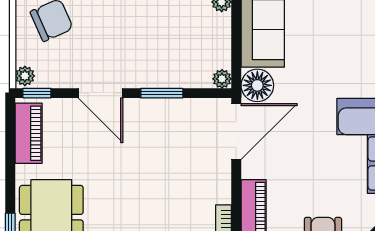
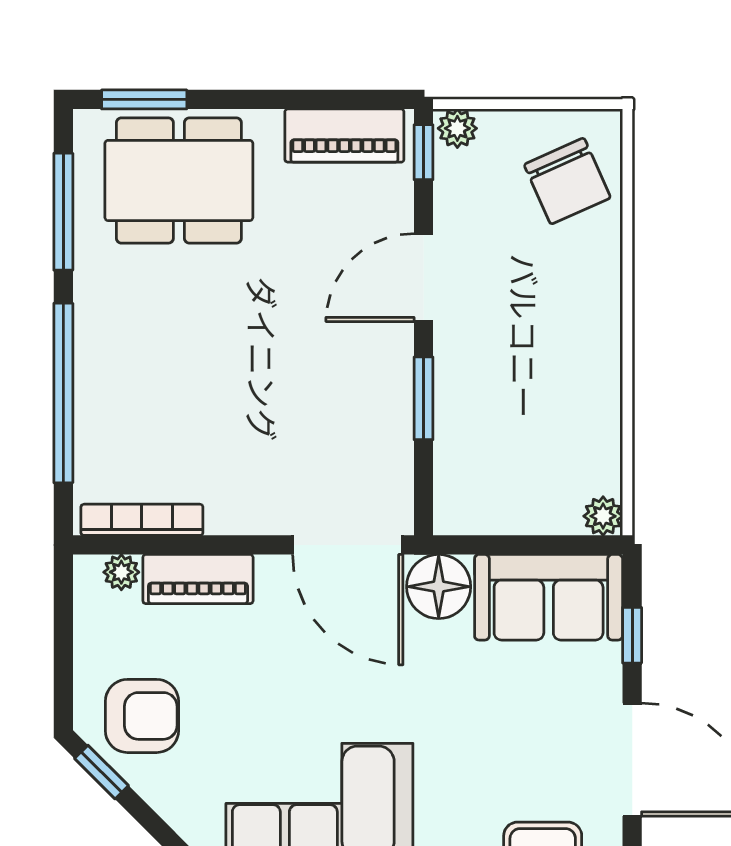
plant: (222, 79) -> (452, 517), removed

